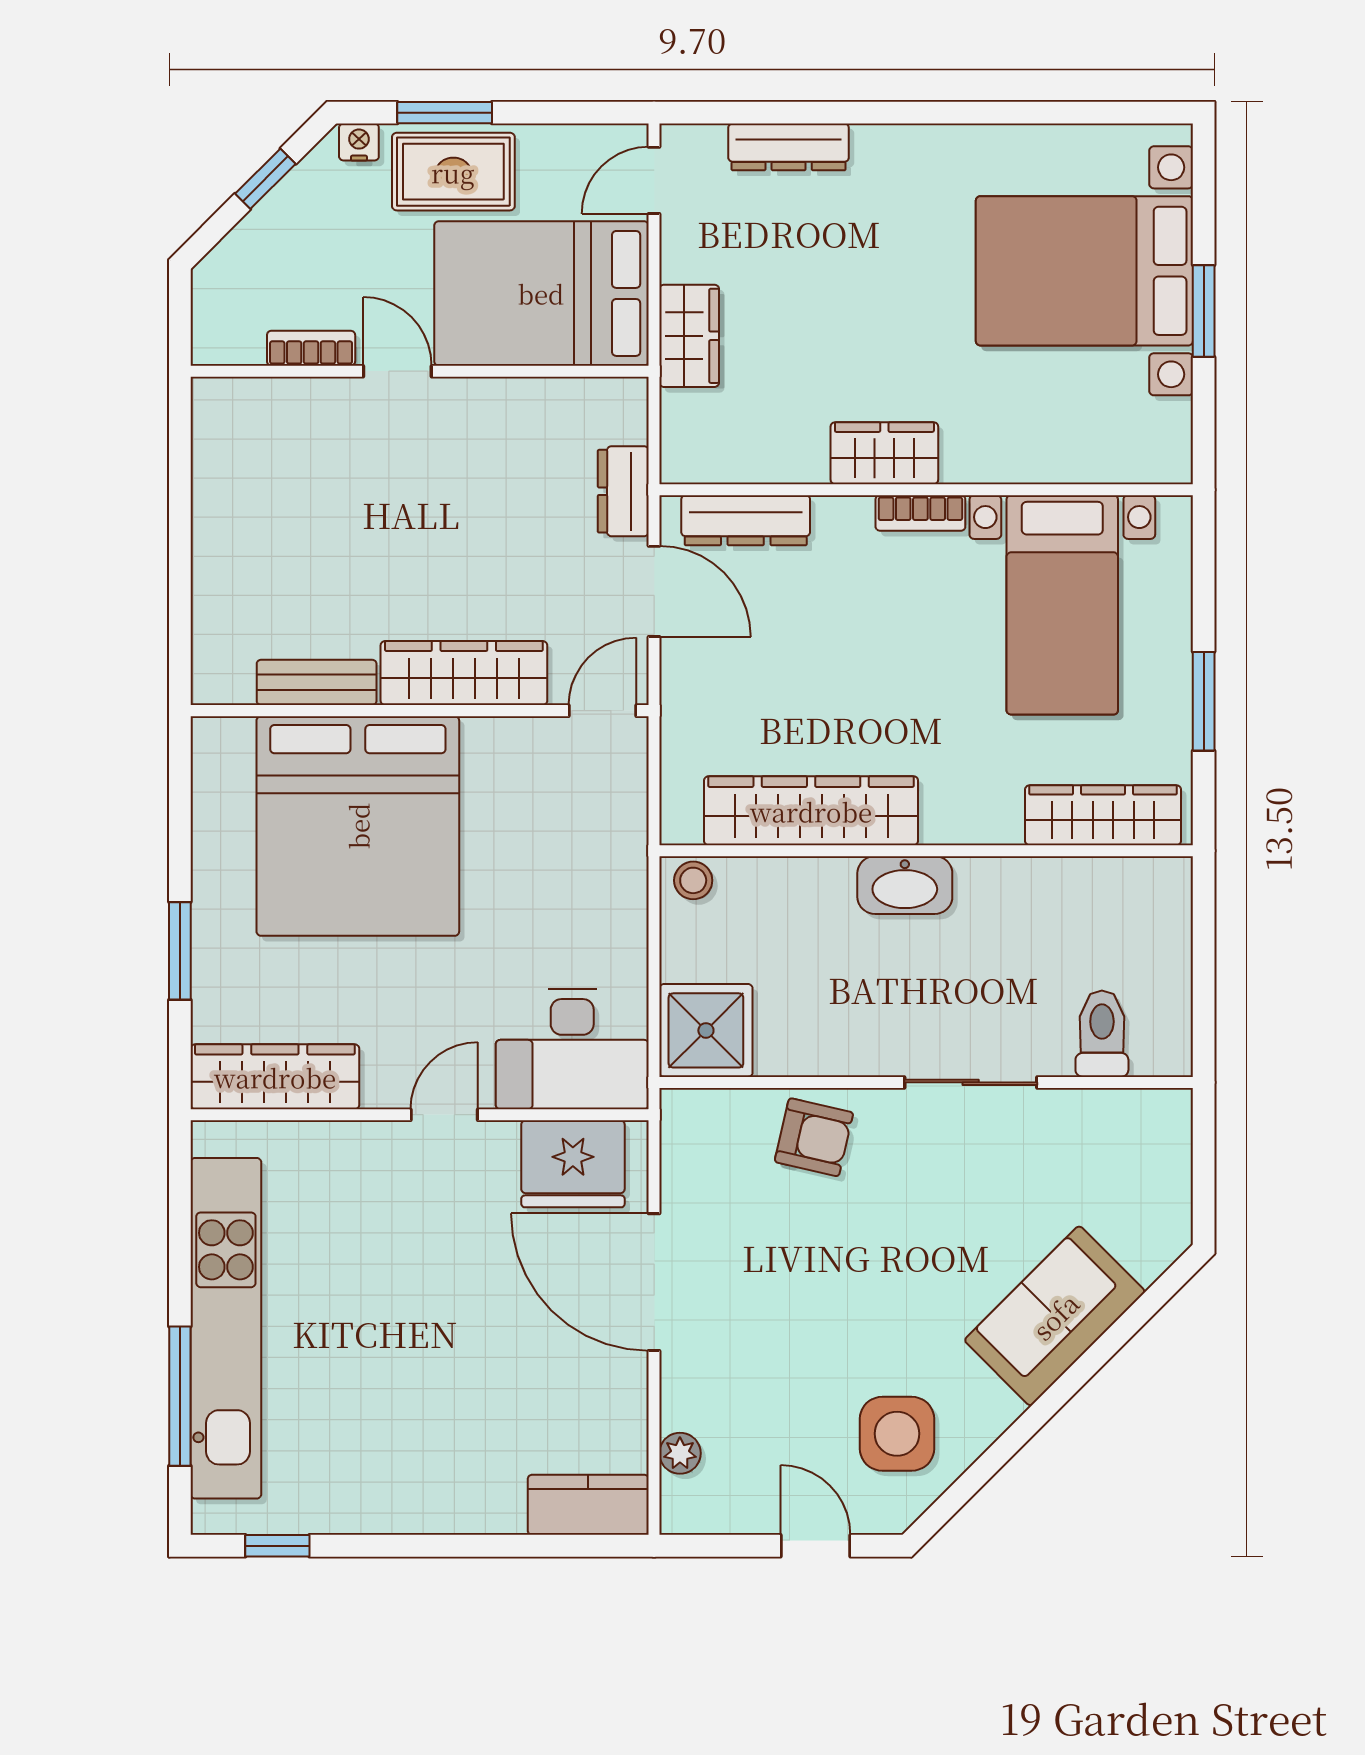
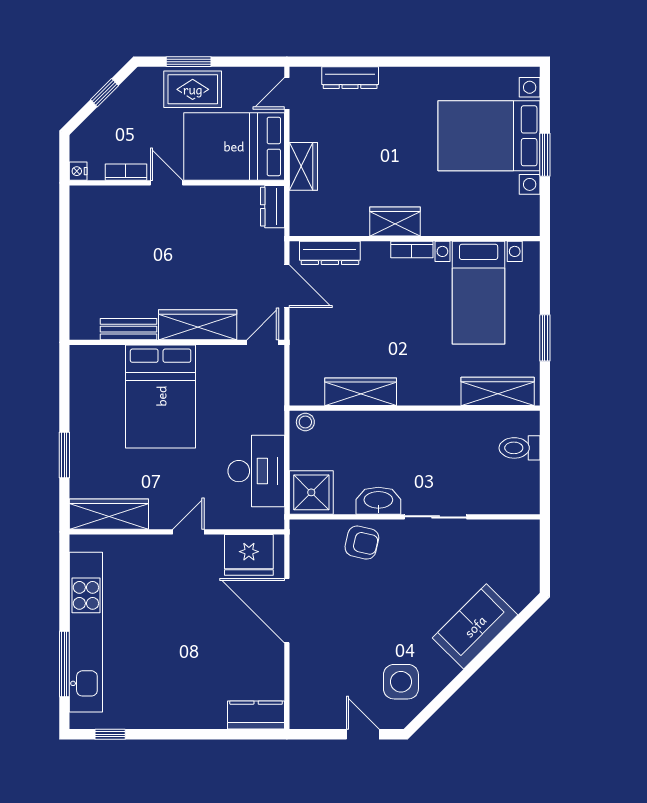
nightstand: (359, 142) -> (78, 171), moved, turned -90
dresser: (623, 491) -> (272, 207), moved
wardrobe: (811, 811) -> (361, 392), width x0.71, depth x0.85
bed: (358, 826) -> (161, 396), width x0.73
washbasin: (905, 885) -> (378, 501), moved, turned 180
toilet: (1102, 1034) -> (519, 448), moved, turned -90
desk: (572, 1049) -> (256, 471), moved, turned -90
plant: (680, 1453) -> (299, 691), removed

